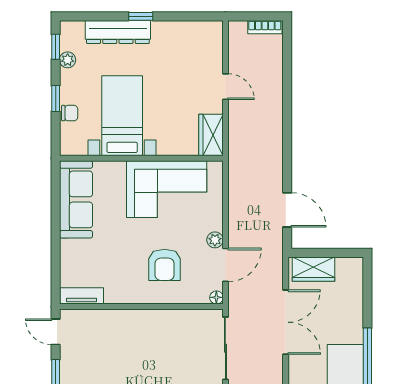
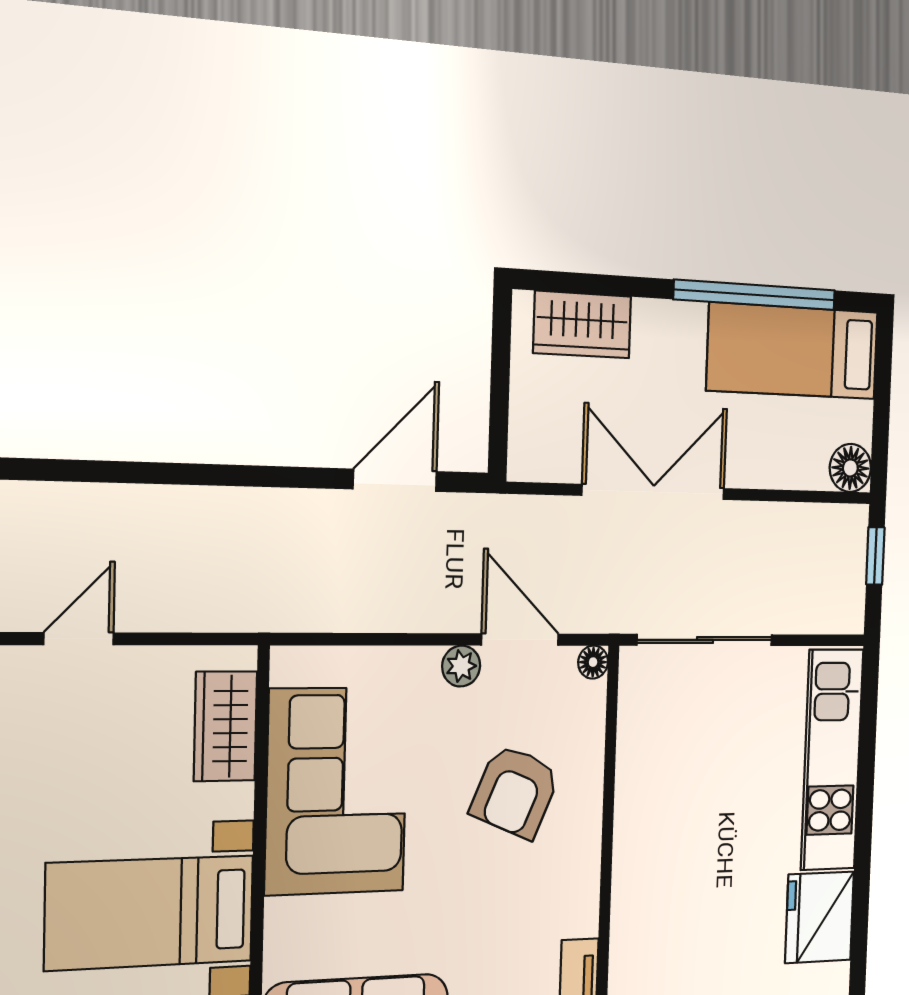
wardrobe: (211, 135) -> (225, 726), moved, turned 90
armchair: (165, 265) -> (515, 792), turned 113
wardrobe: (314, 269) -> (582, 325), moved, turned 90

